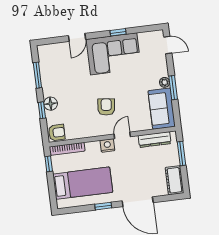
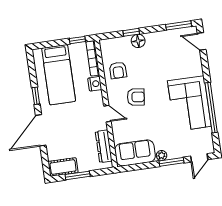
window: (118, 32) -> (211, 108), width x3.17
door: (77, 37) -> (202, 41), moved
window: (37, 75) -> (179, 25), moved
window: (173, 88) -> (171, 162), moved
armchair: (57, 133) -> (118, 70), moved
nightstand: (107, 145) -> (95, 84), moved
window: (181, 154) -> (78, 175), moved

